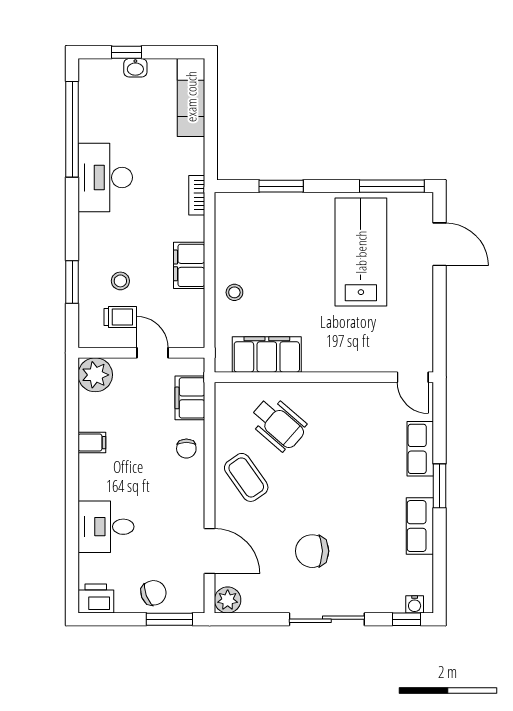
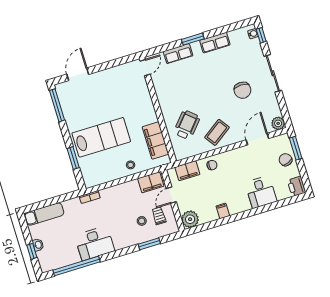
lab bench: (361, 252) -> (101, 137), moved, turned 180
filing cabinet: (189, 265) -> (151, 182), moved

